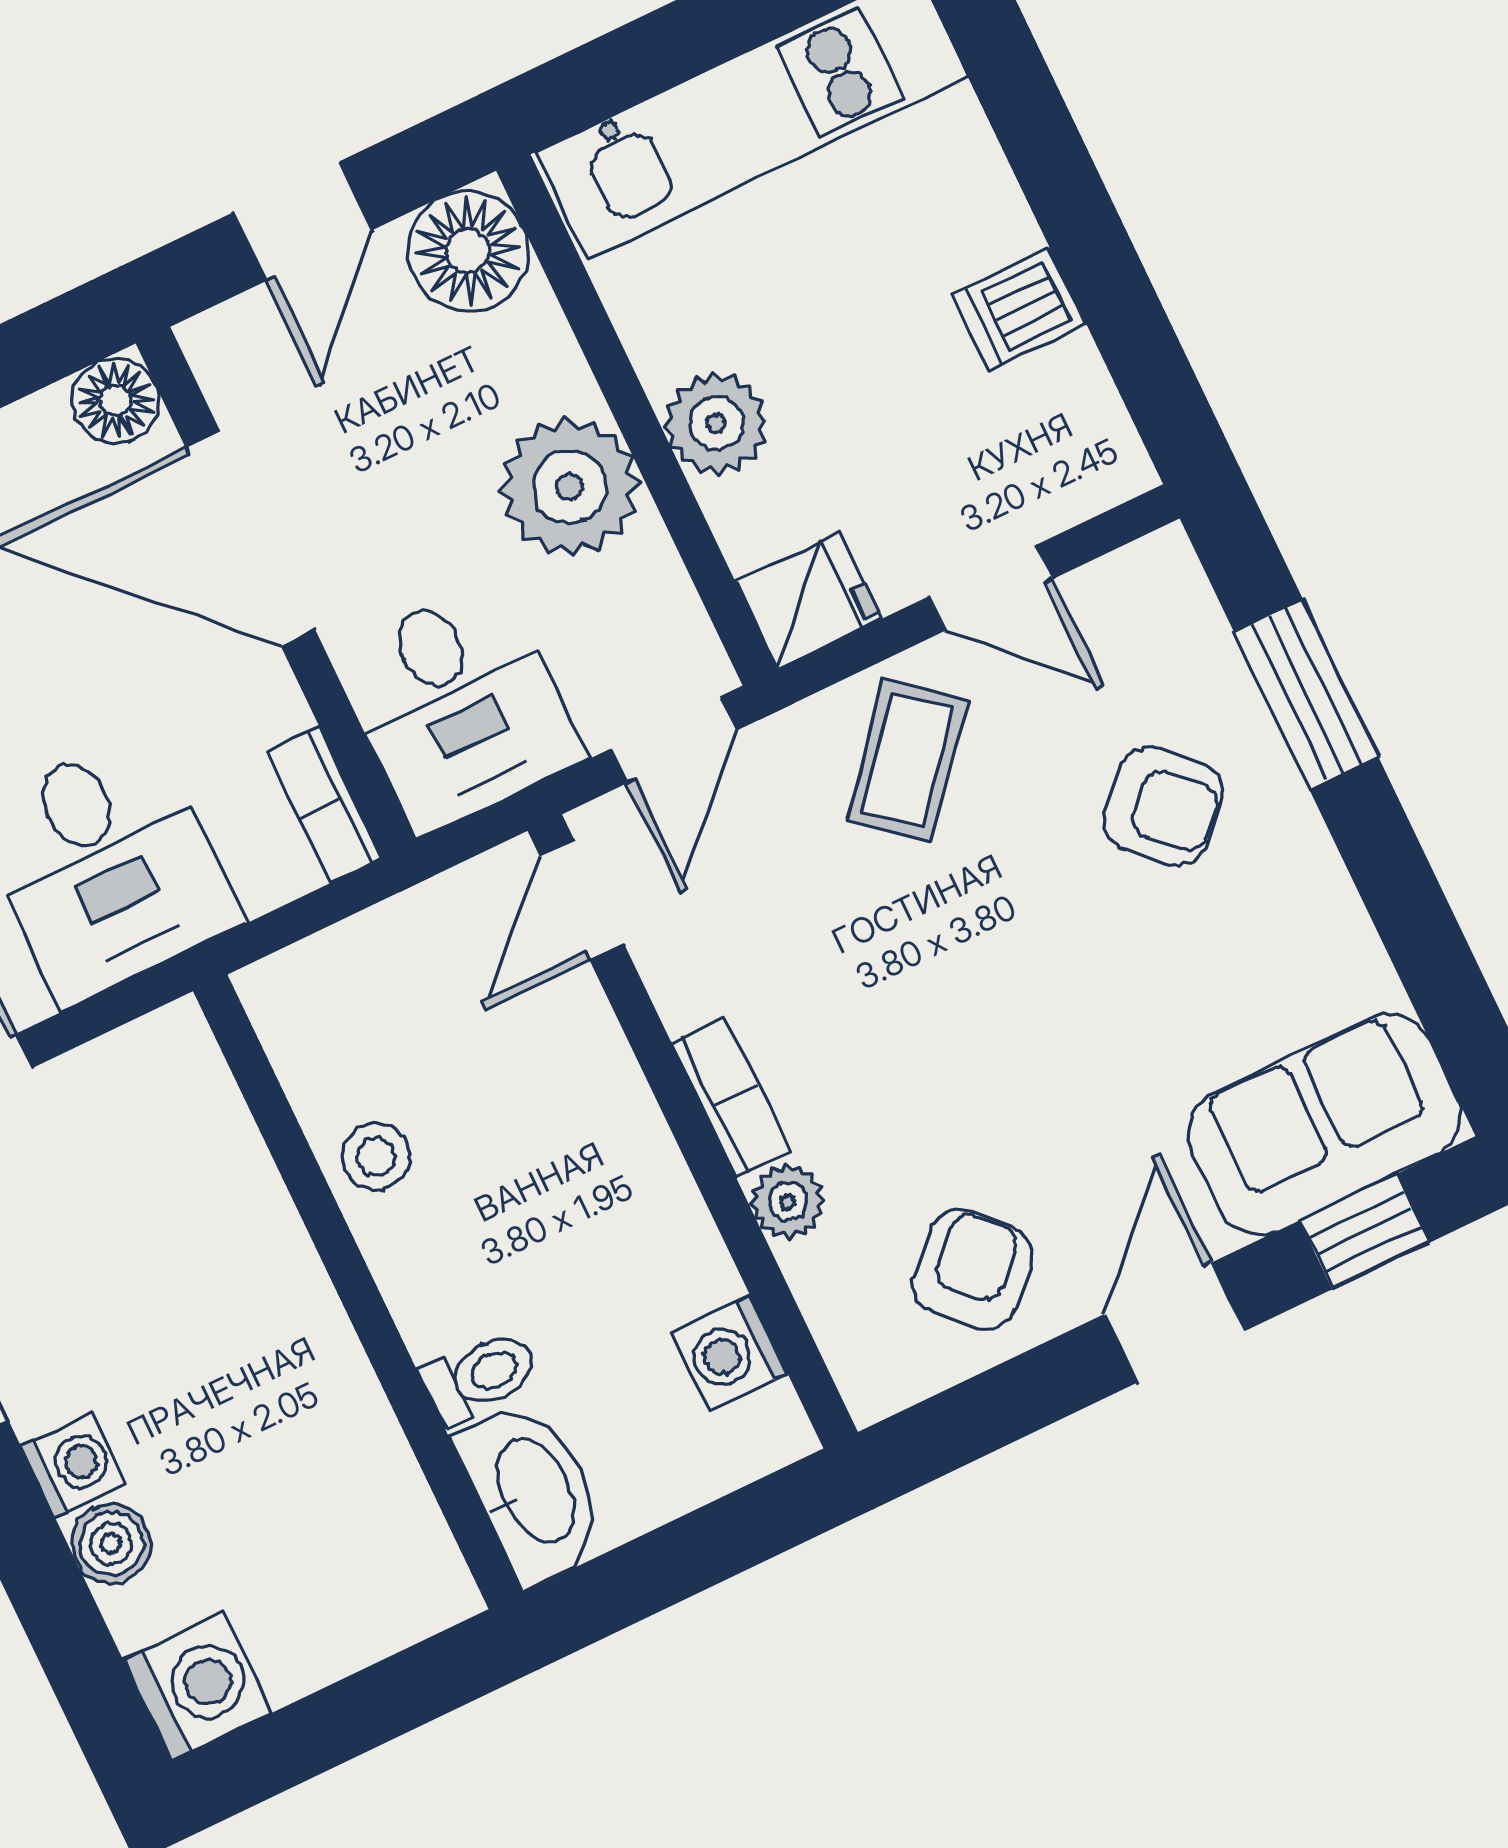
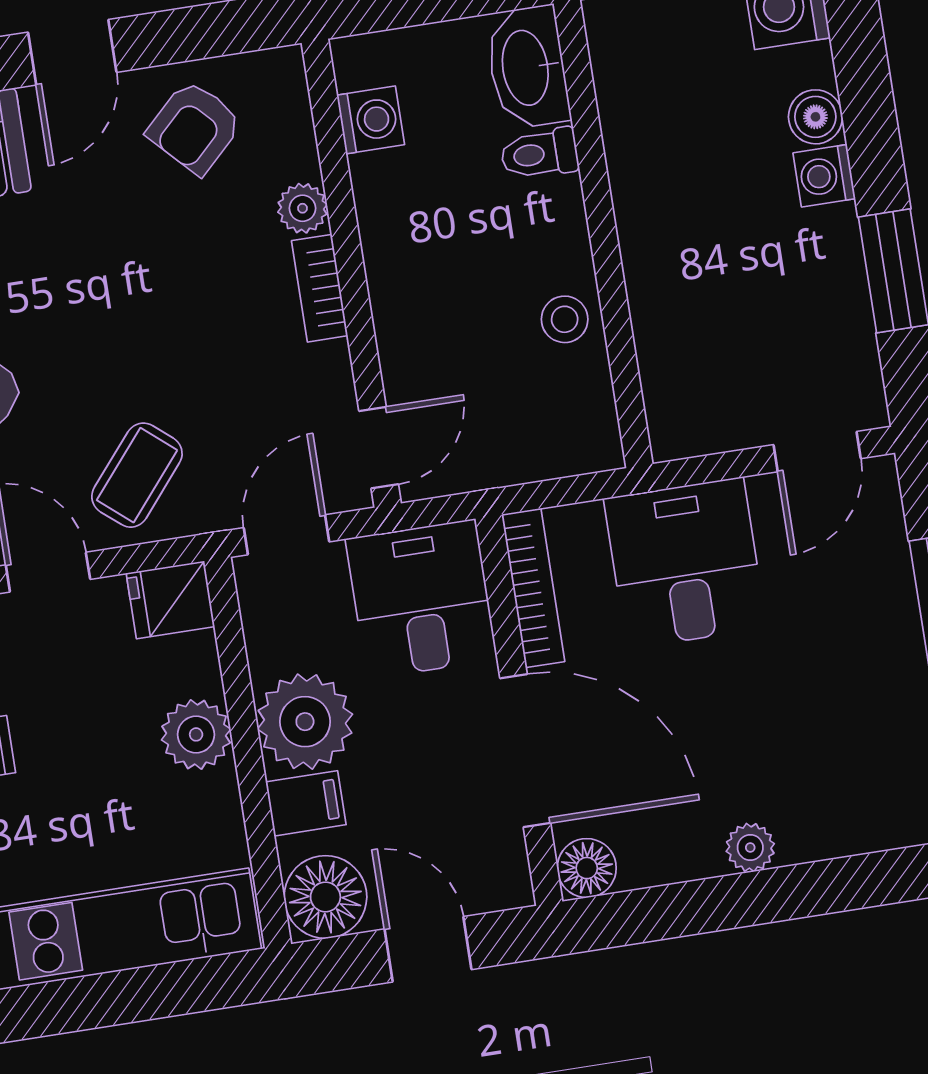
door: (303, 221) -> (428, 949), hinge flipped
filing cabinet: (534, 373) -> (306, 803), added
bookcase: (325, 805) -> (533, 588), width x1.56

